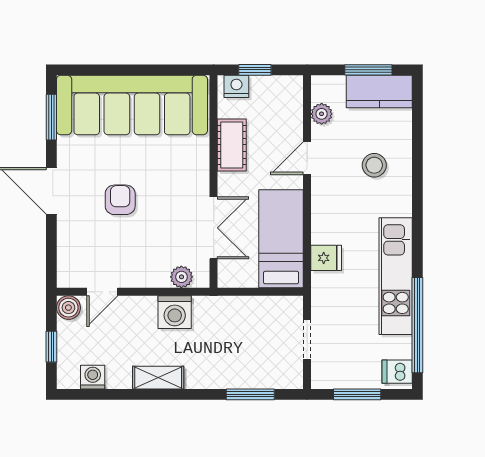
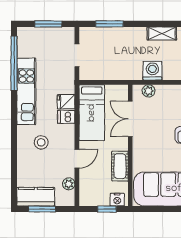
stool: (374, 165) -> (41, 142), moved
dishwasher: (397, 372) -> (66, 117), moved, turned 180

